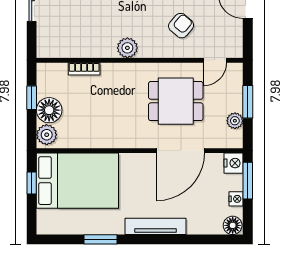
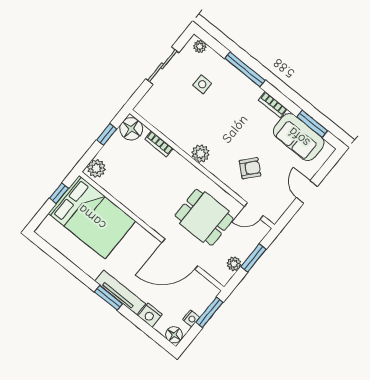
floor lamp: (49, 110) -> (131, 129), moved
nightstand: (234, 163) -> (150, 315), moved, turned 90
window: (101, 239) -> (108, 298), moved

